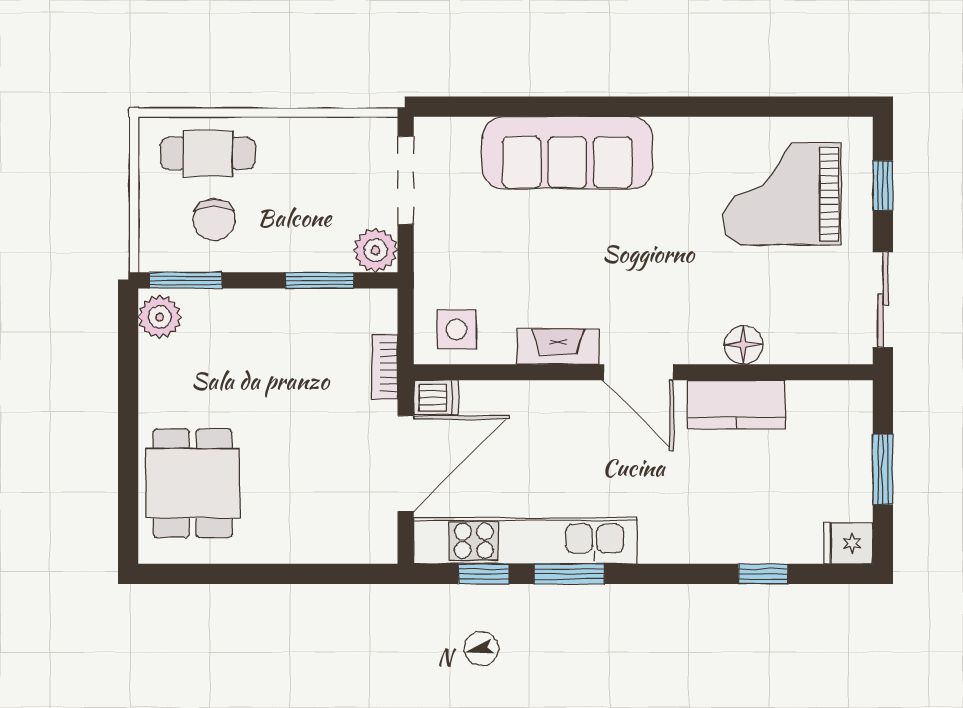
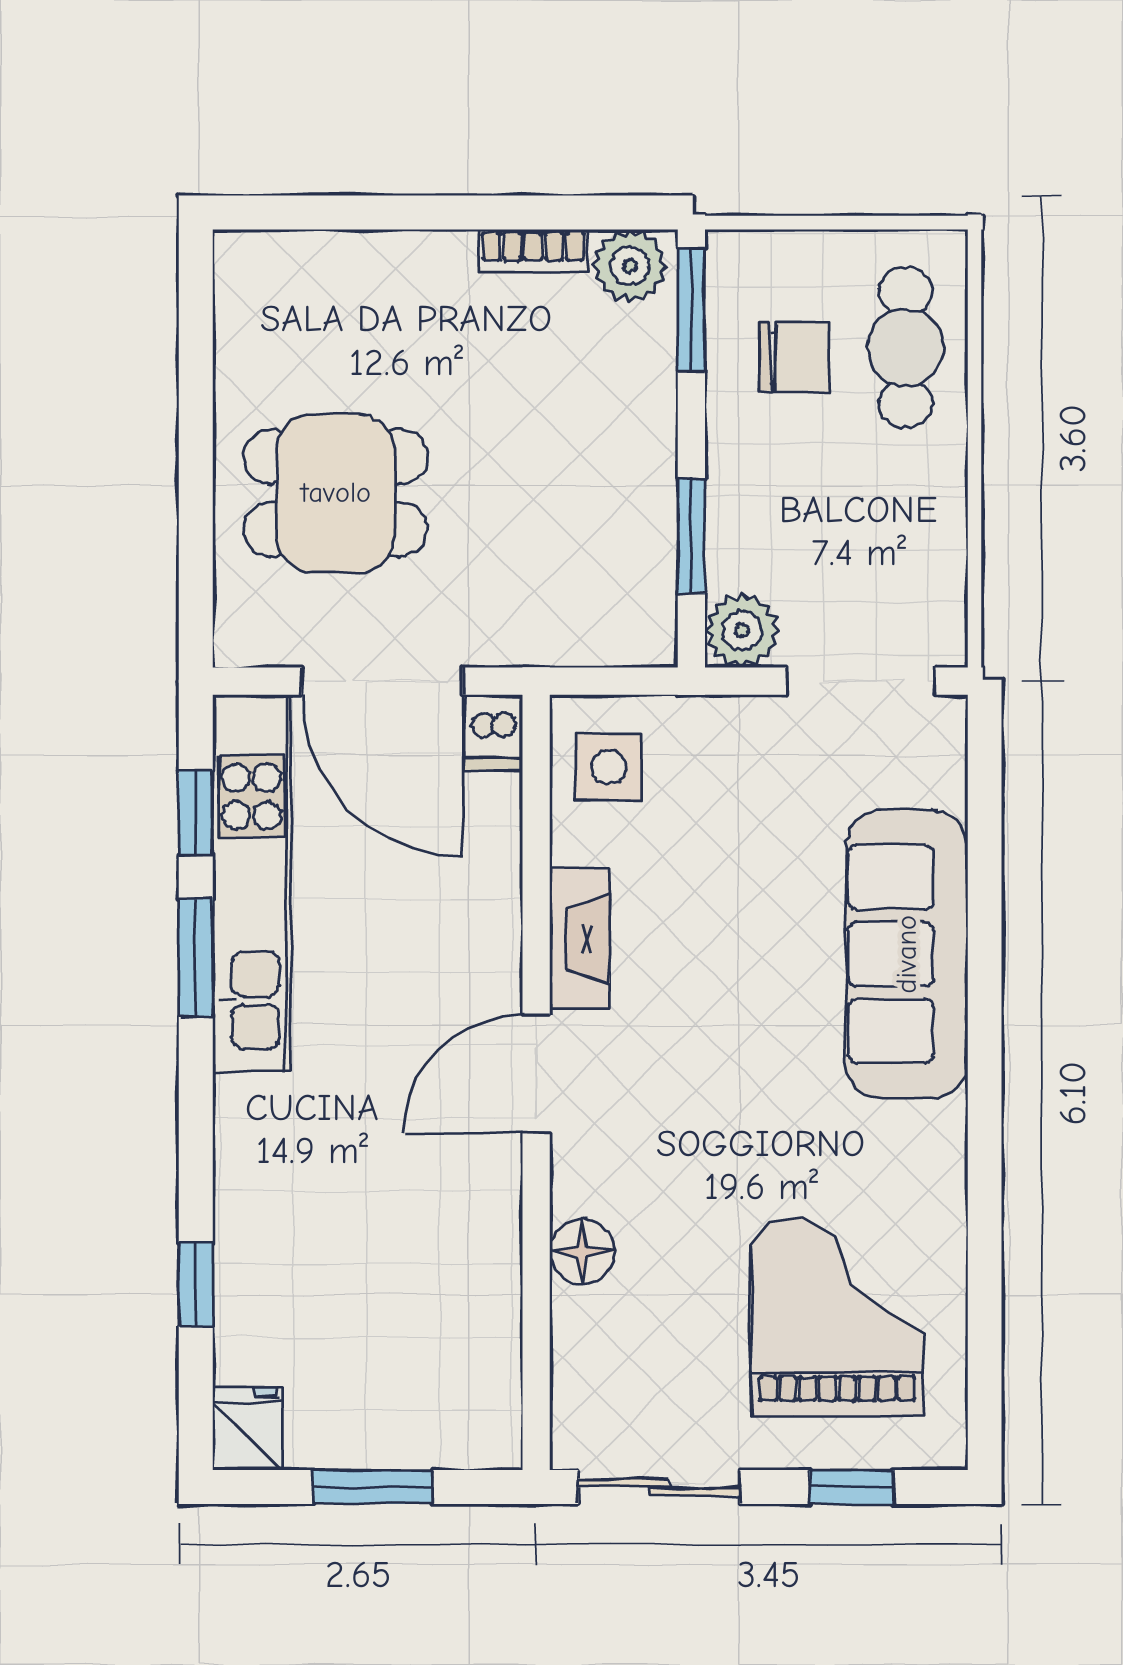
chair: (214, 220) -> (794, 358), turned 180
bookcase: (385, 367) -> (533, 251), moved, turned 180
kitchen counter: (736, 405) -> (482, 1240), removed
dining table: (193, 483) -> (336, 493), moved

